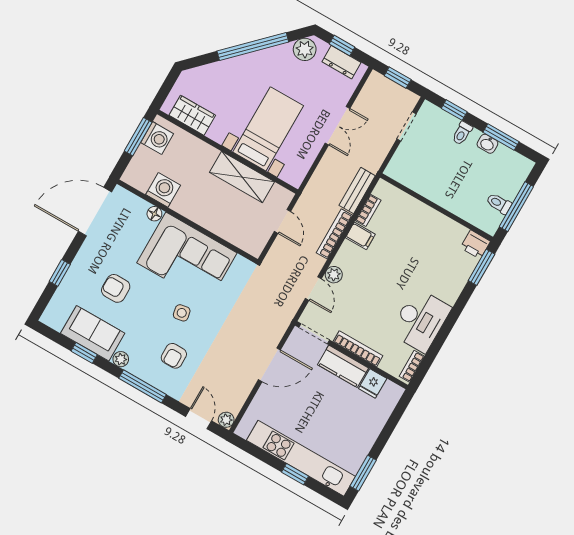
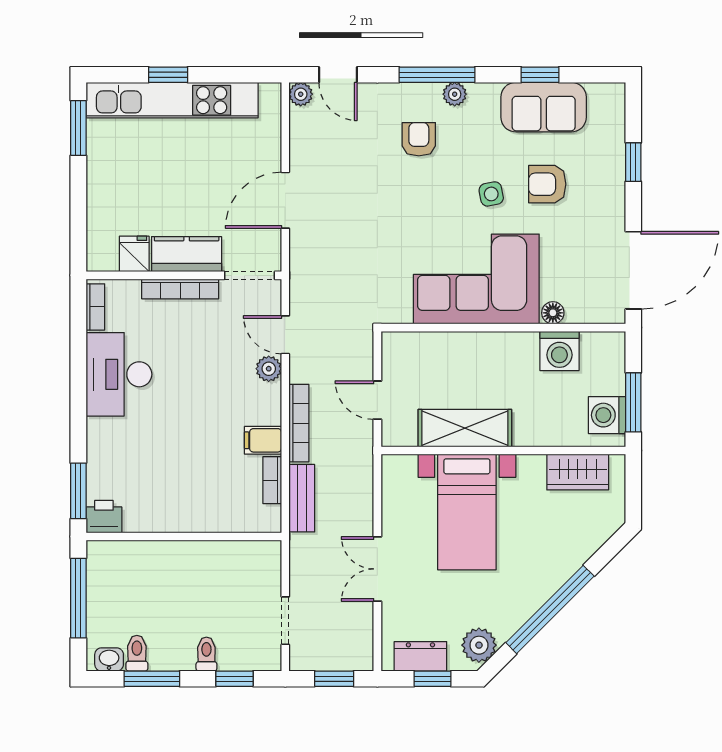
washbasin: (487, 144) -> (109, 659), moved
toilet: (499, 203) -> (137, 653), moved, turned -90
armchair: (116, 288) -> (547, 184), turned 180
side table: (182, 313) -> (491, 194), moved
plant: (121, 359) -> (455, 94), moved

